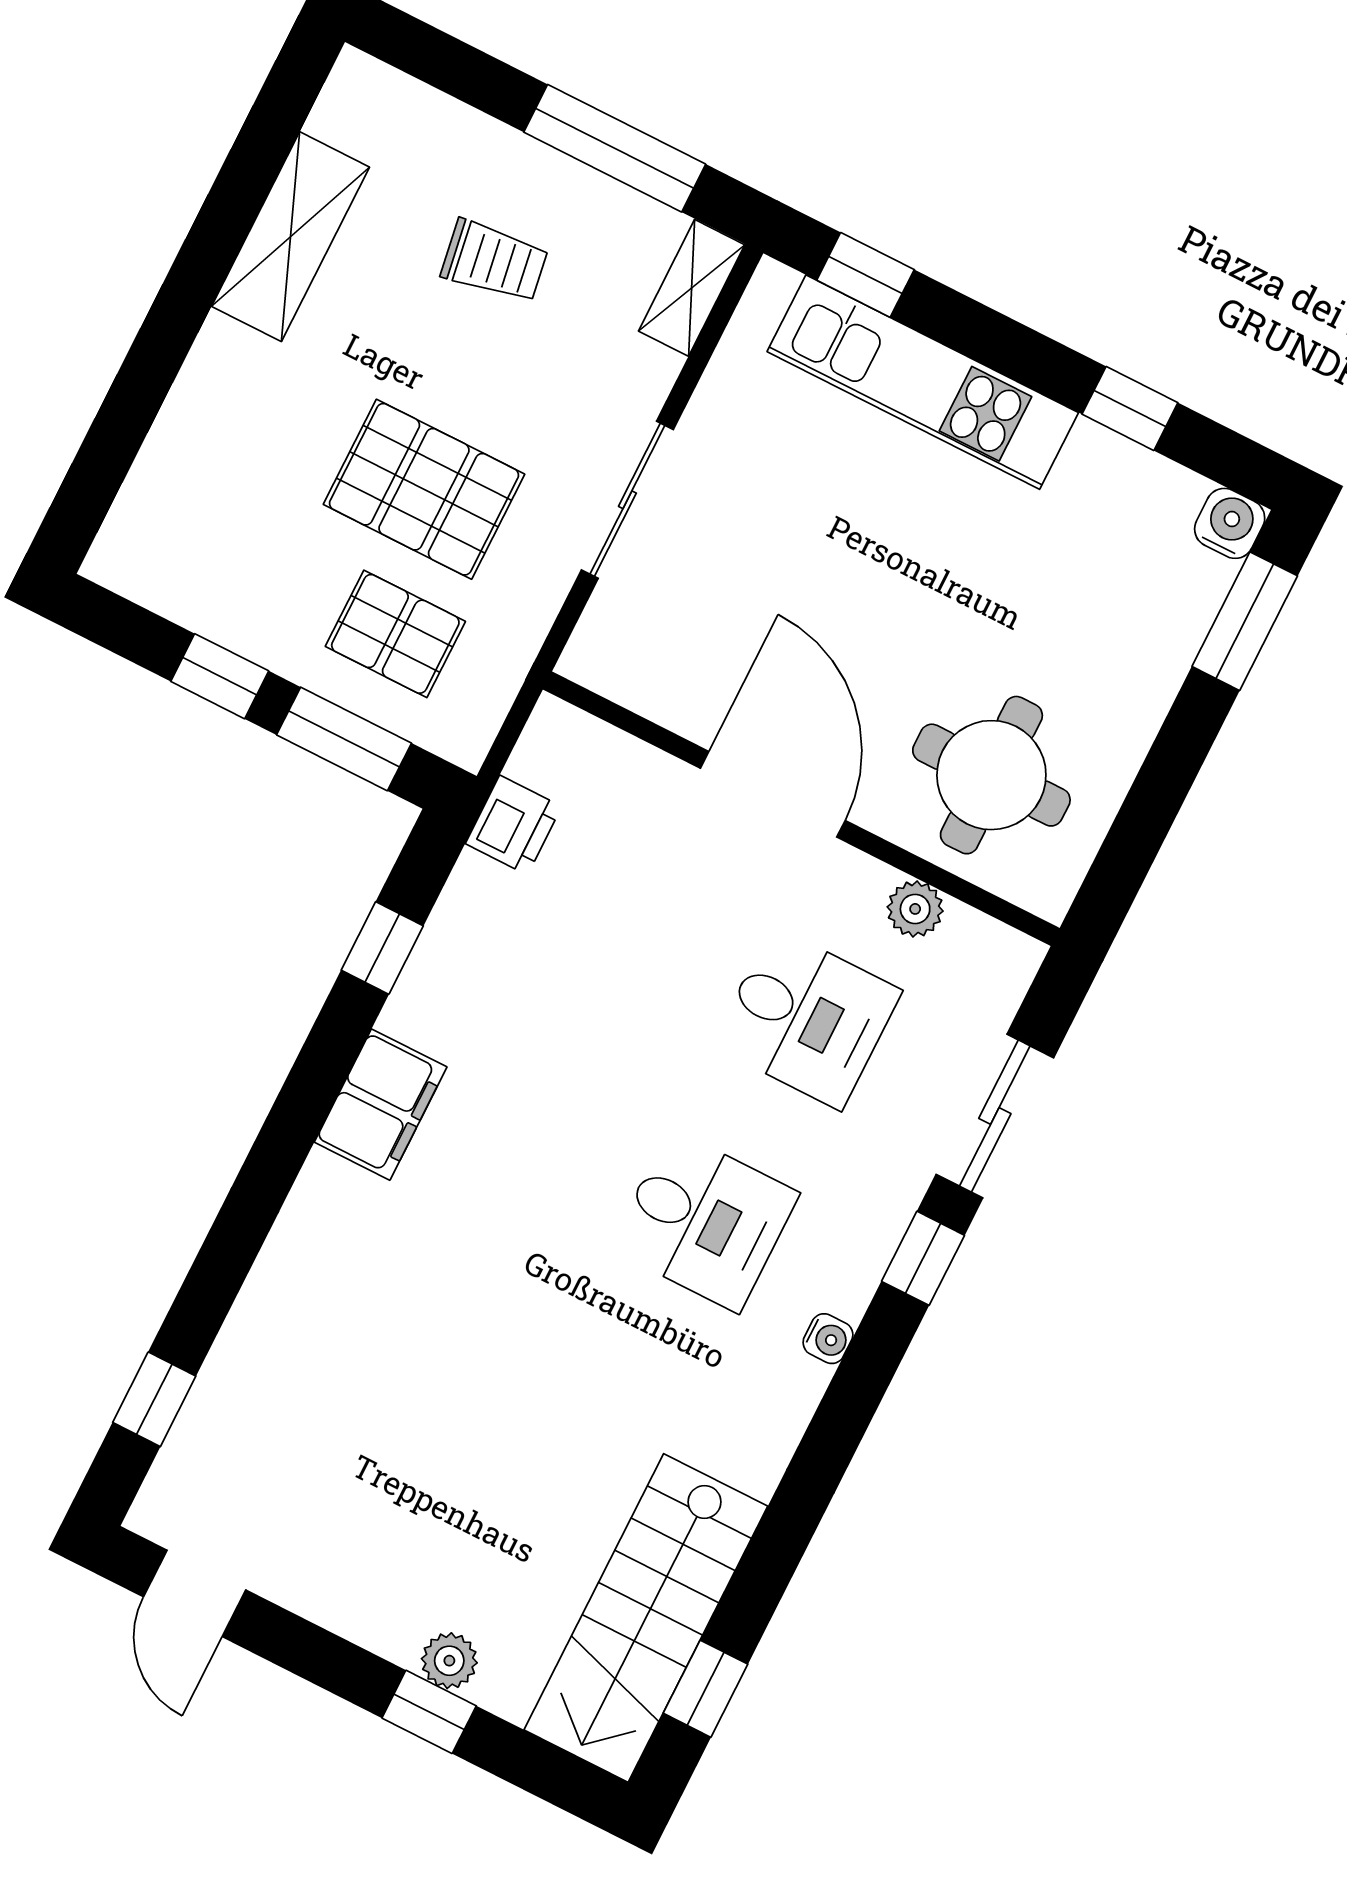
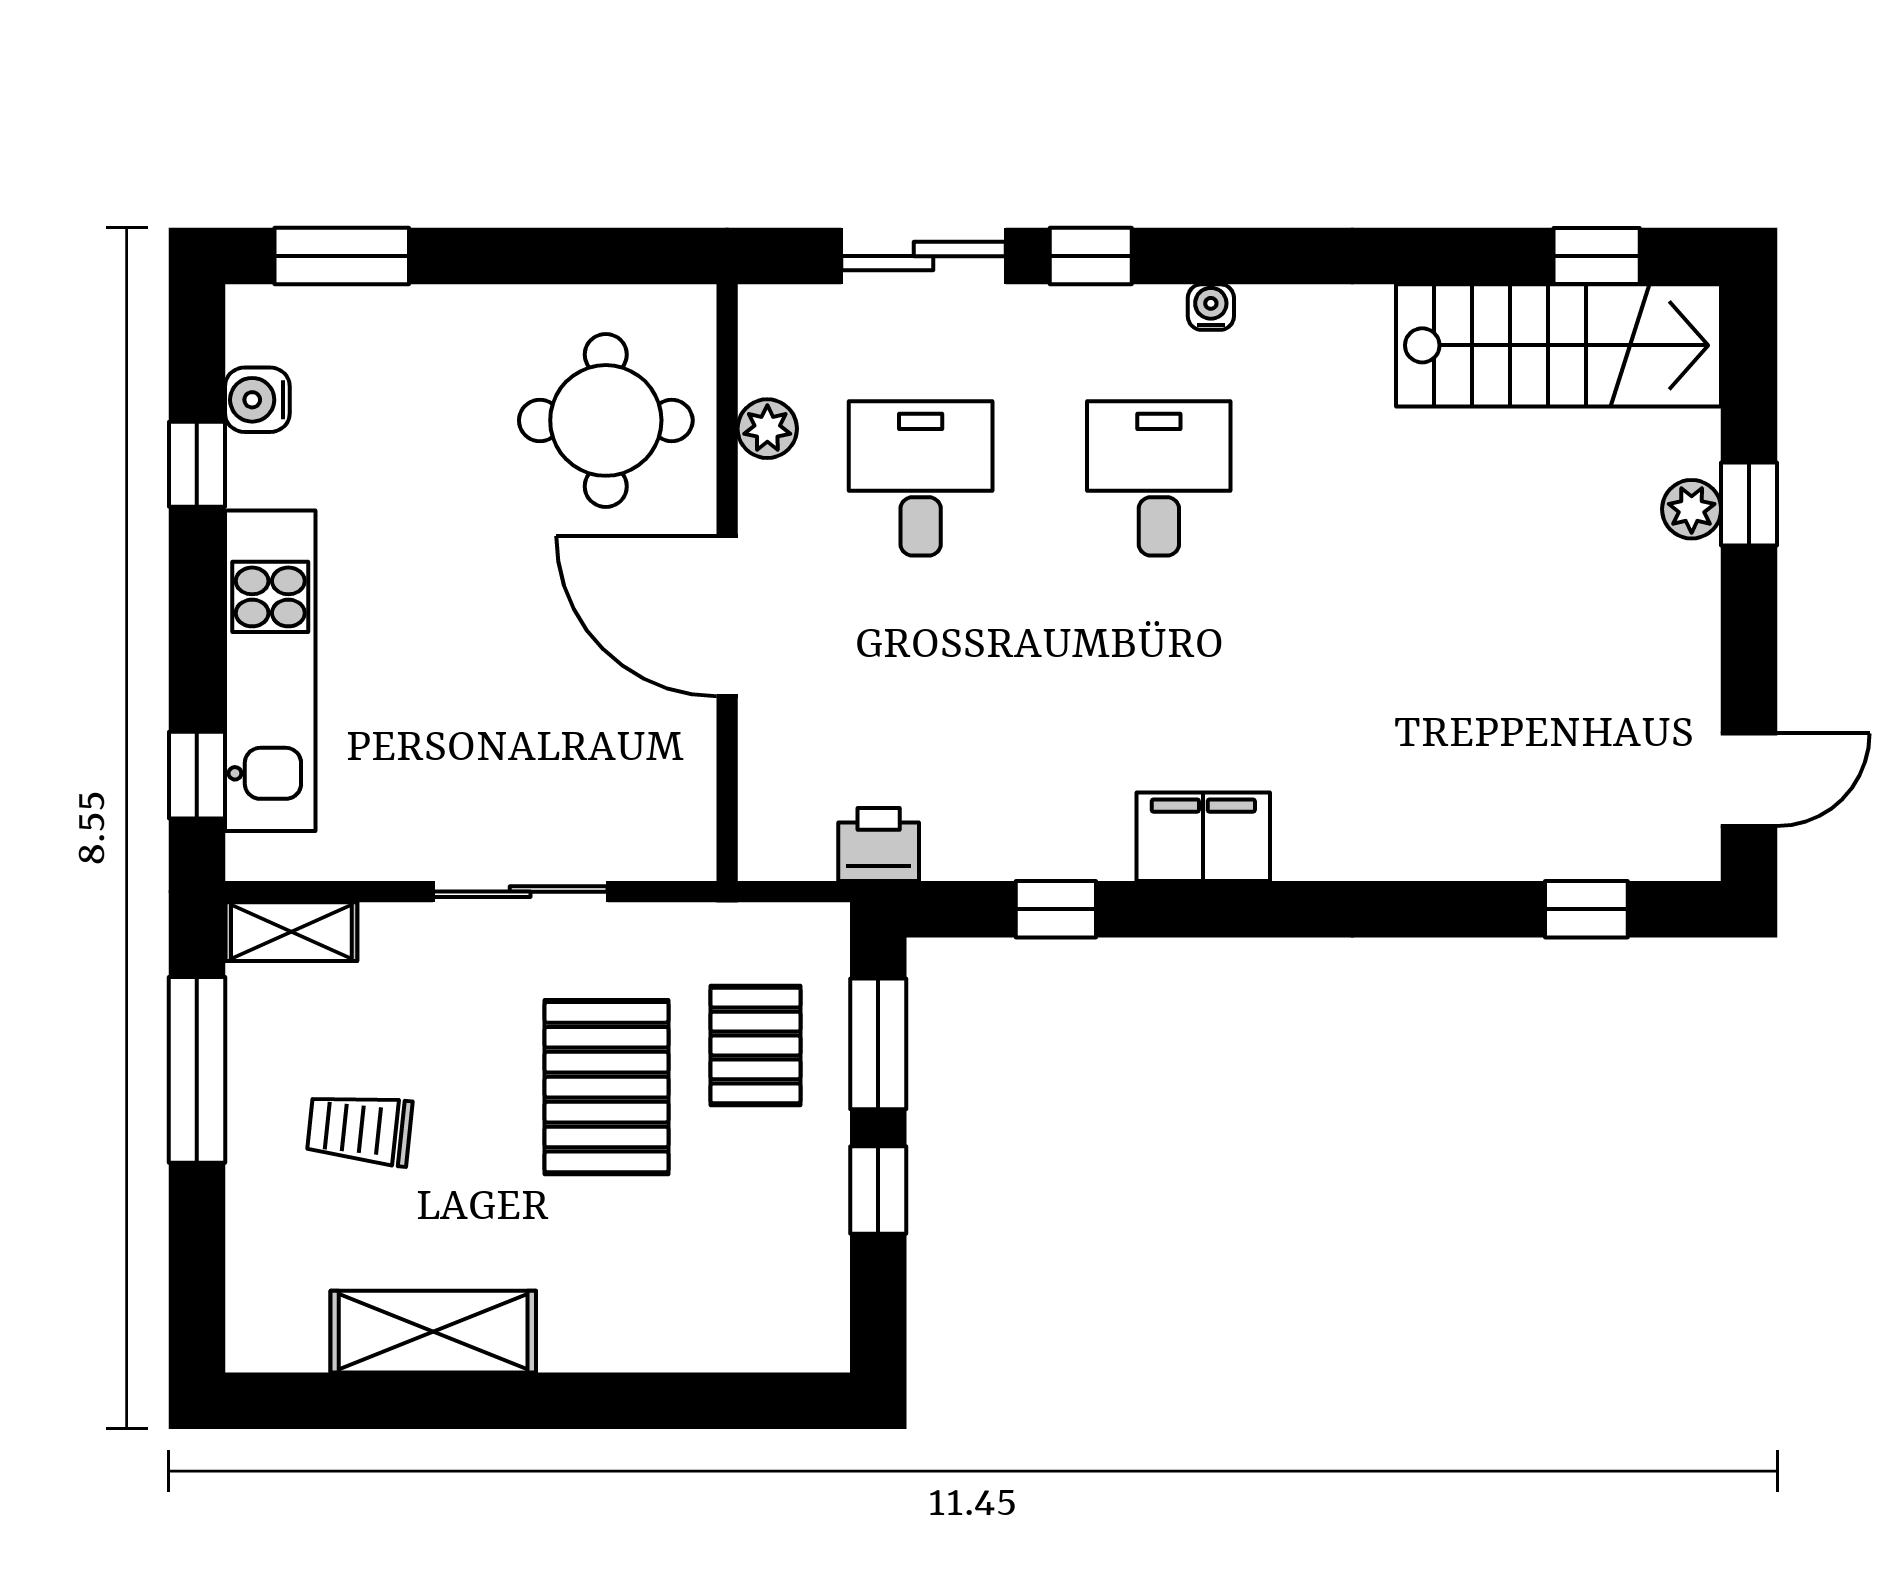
trolley: (494, 261) -> (360, 1129), turned -75
water cooler: (1230, 523) -> (257, 400), moved
door: (773, 794) -> (727, 616), hinge flipped

